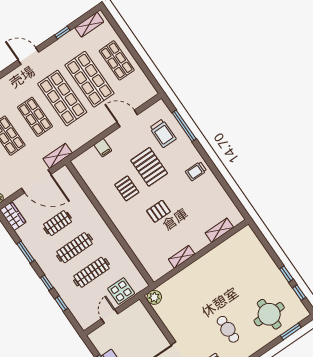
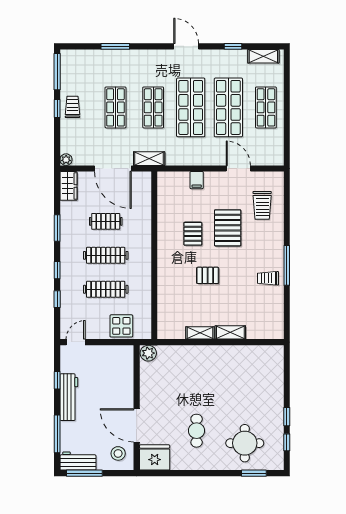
window: (184, 126) -> (287, 265), moved
trolley: (196, 171) -> (268, 278), moved
shelving: (219, 230) -> (230, 332), moved
door: (110, 316) -> (76, 342), moved

